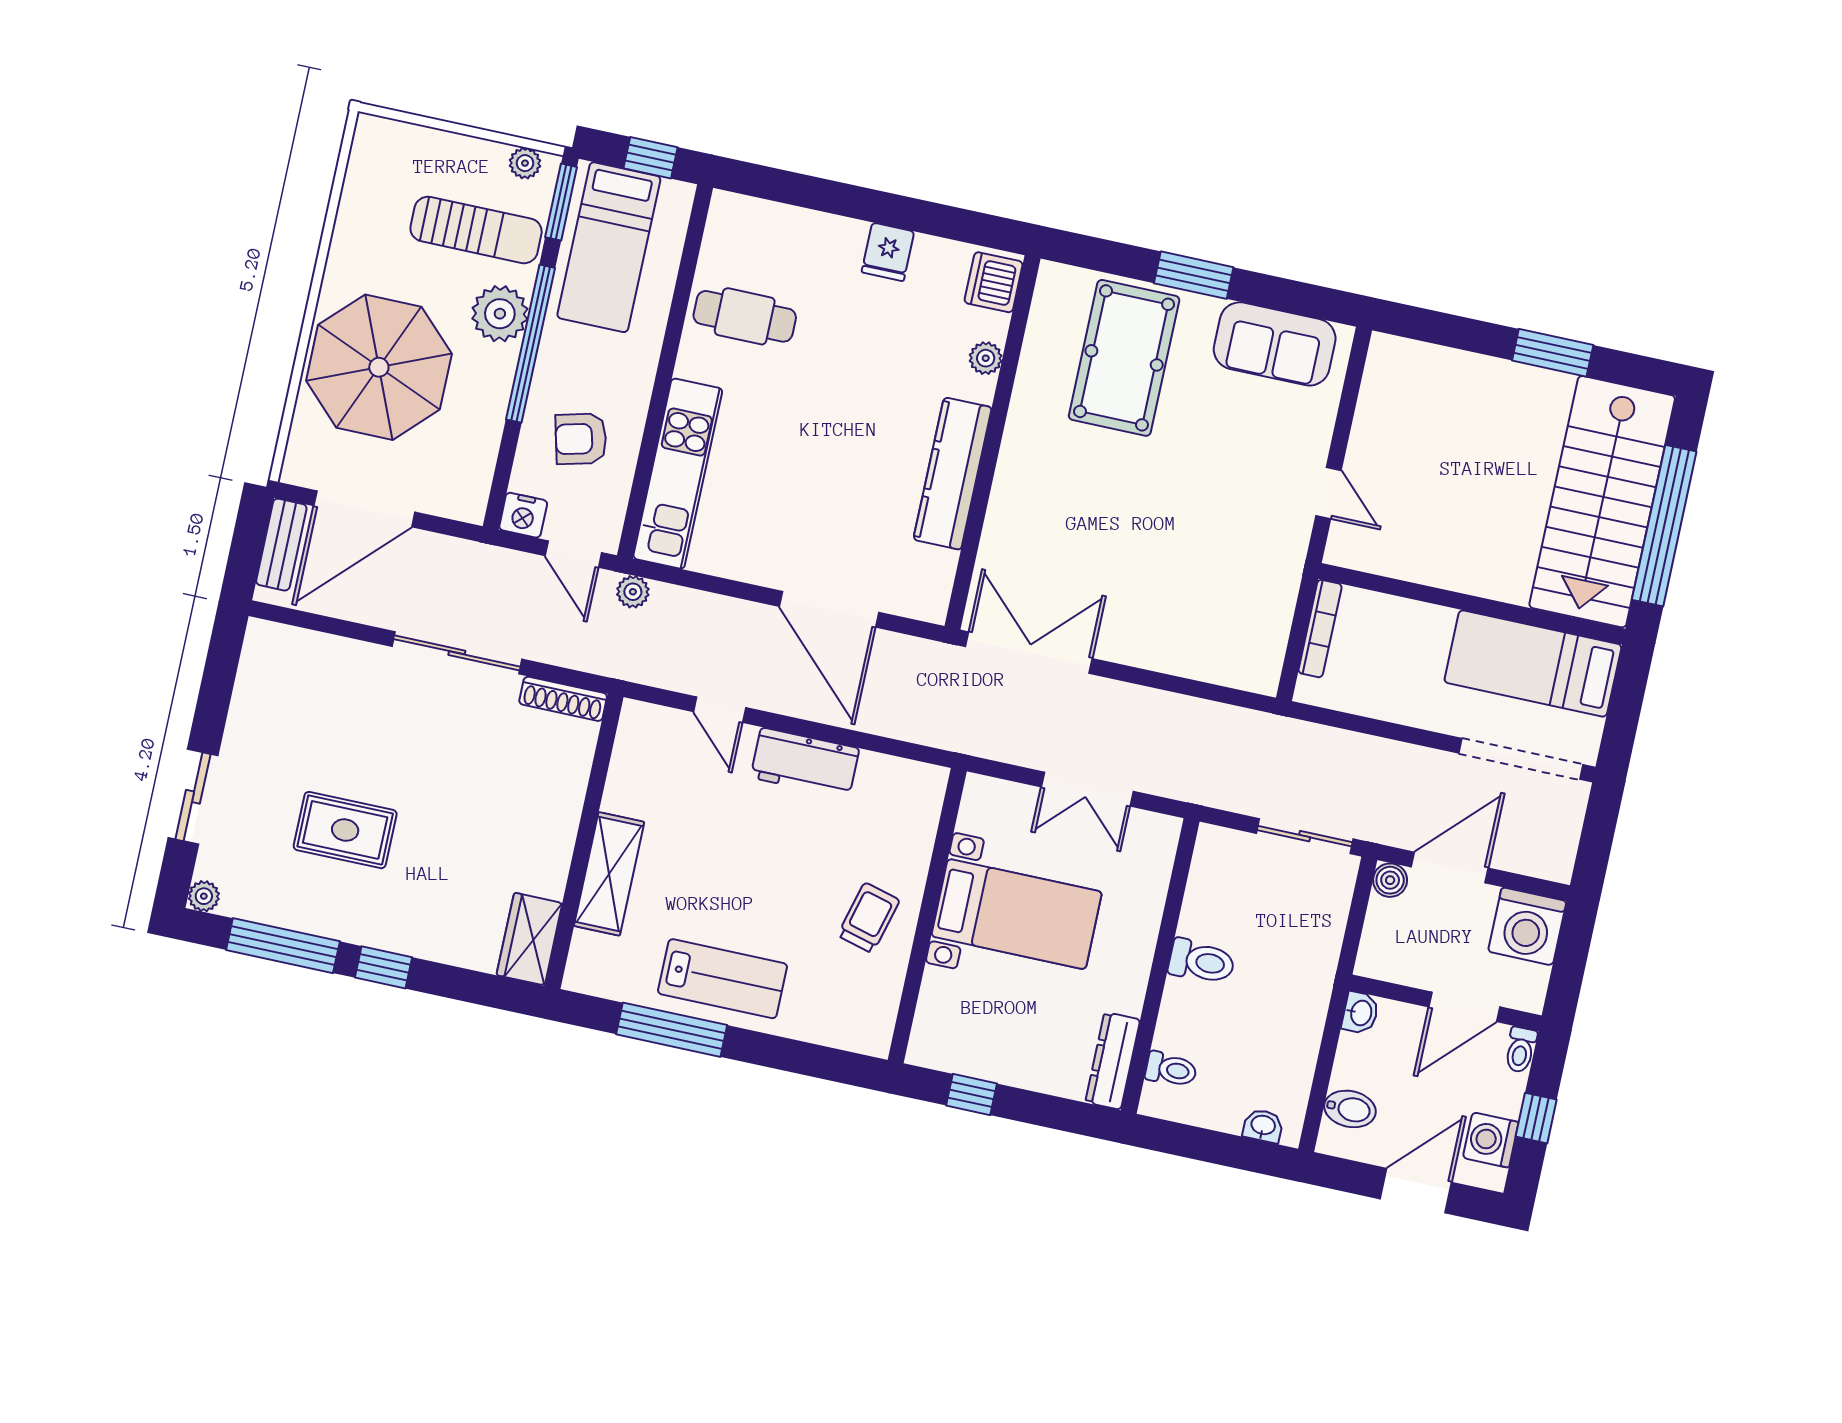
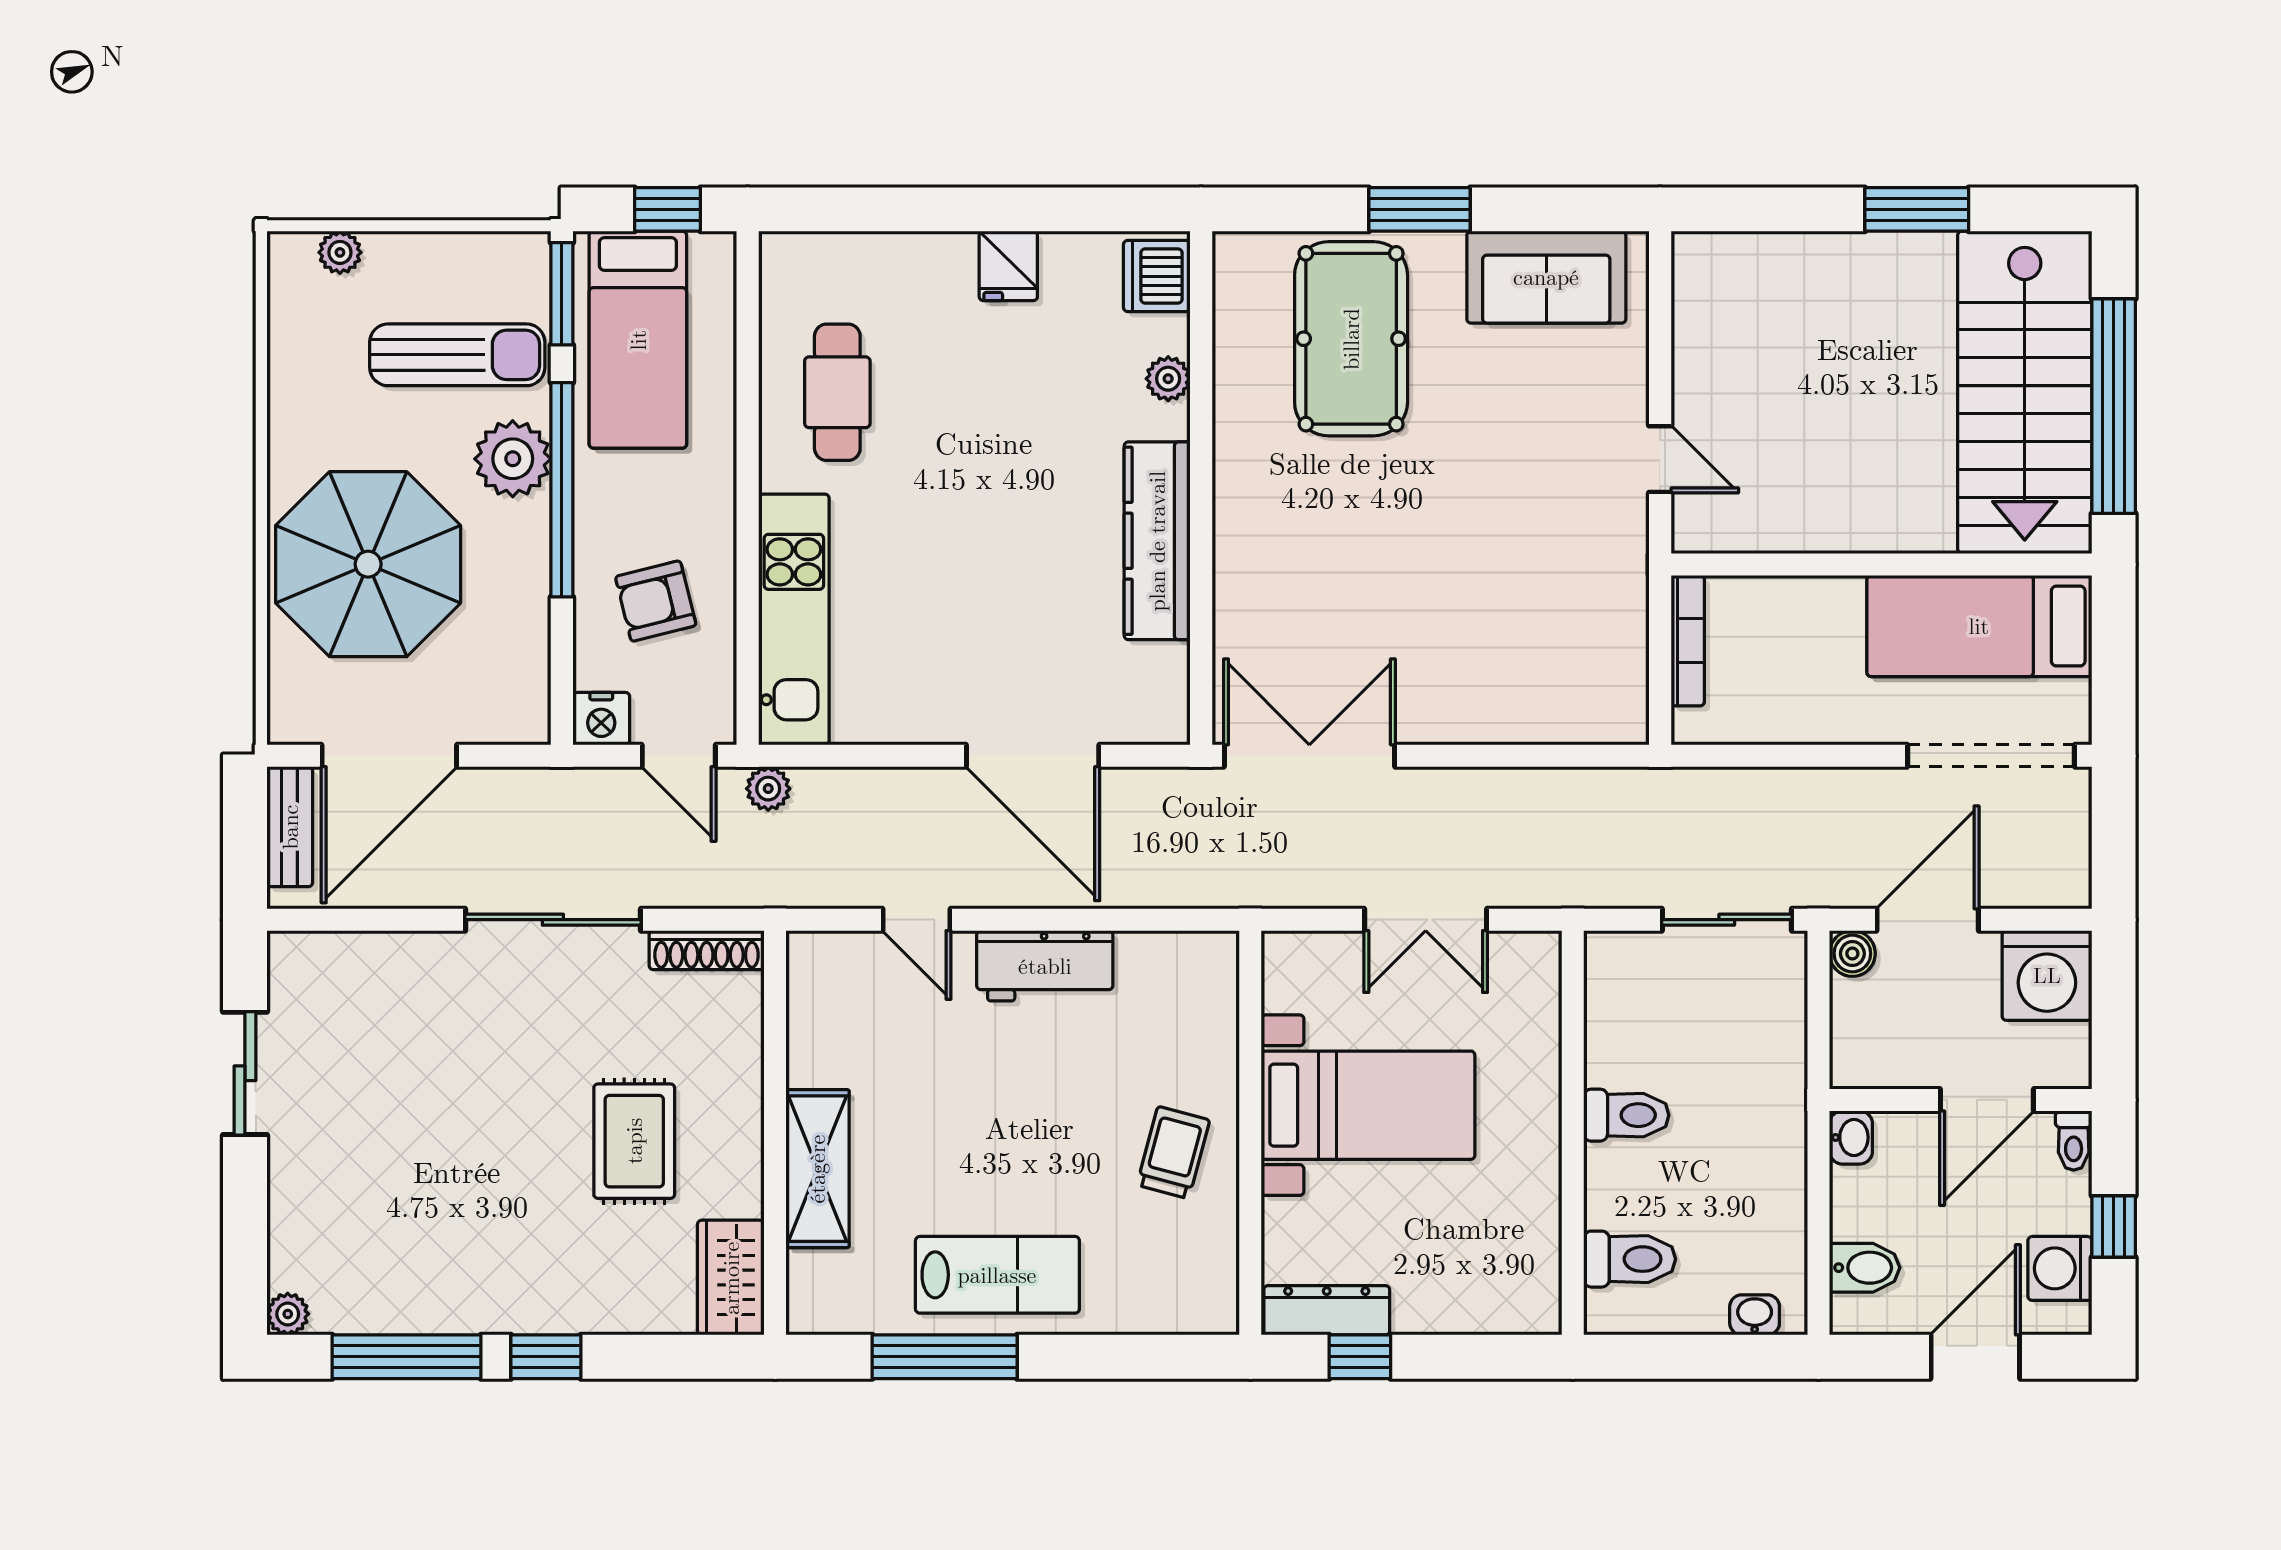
plant: (525, 163) -> (340, 252), moved
cafe table: (745, 316) -> (837, 392), turned 90
sliding door: (193, 797) -> (245, 1073), moved
rug: (345, 830) -> (634, 1141), moved, turned 90
dresser: (1113, 1061) -> (1327, 1310), moved, turned 90
toilet: (1171, 1069) -> (1630, 1259), width x1.37, depth x1.39

